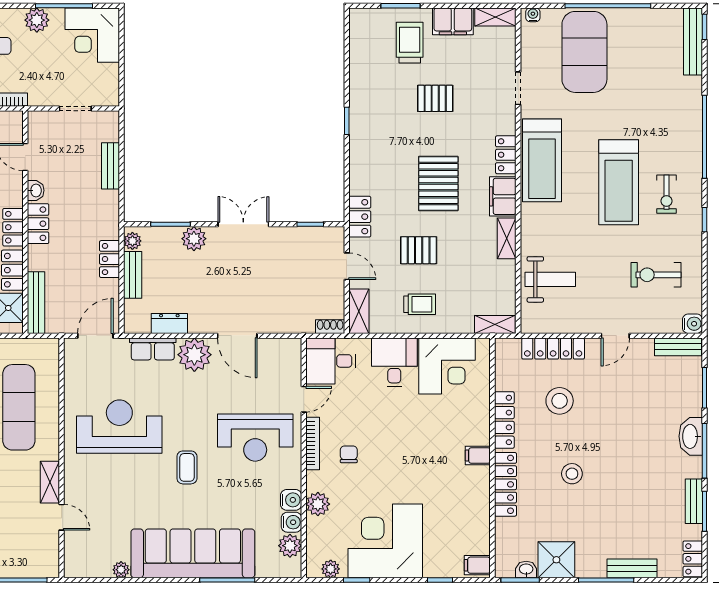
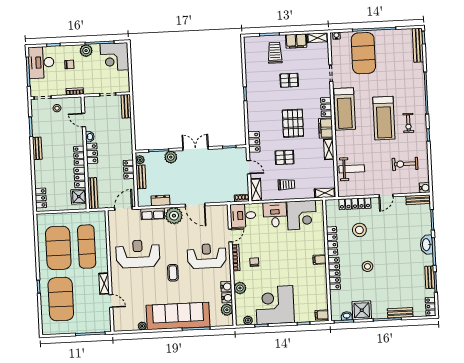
bench: (111, 166) -> (126, 106), moved
reception desk: (255, 438) -> (207, 256), turned 180

